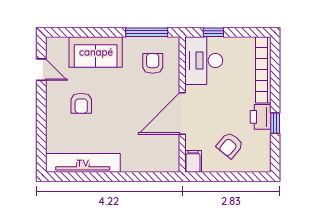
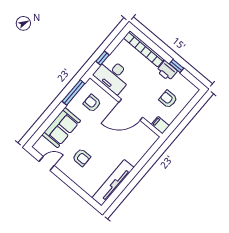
door: (182, 113) -> (131, 110), hinge flipped
armchair: (230, 145) -> (168, 99), turned 140

